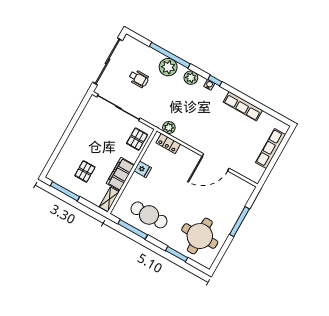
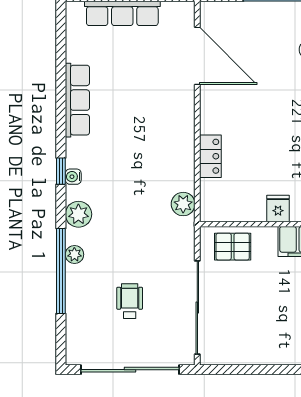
plant: (168, 67) -> (74, 254), width x0.53, depth x0.53
locker: (168, 143) -> (210, 156), moved
door: (216, 162) -> (197, 56), moved

